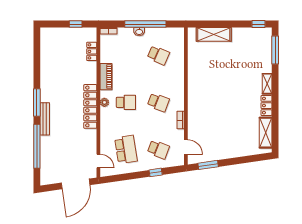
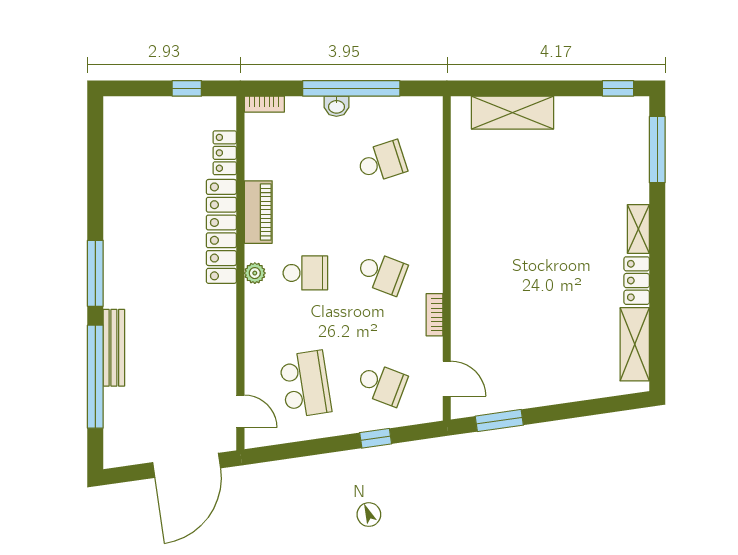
school desk: (158, 55) -> (382, 162), turned -42
locker: (90, 106) -> (221, 231), moved
bench: (45, 119) -> (114, 348), moved

